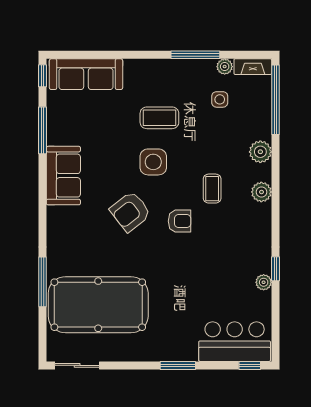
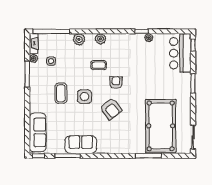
sofa: (63, 176) -> (81, 145), moved

